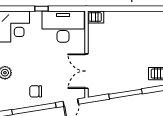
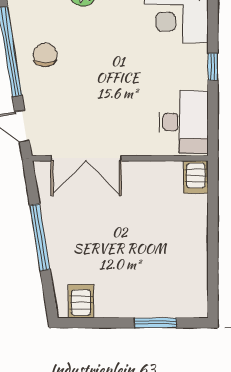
desk: (63, 27) -> (184, 122), width x0.73, depth x0.77
double door: (86, 71) -> (86, 158), swing flipped

